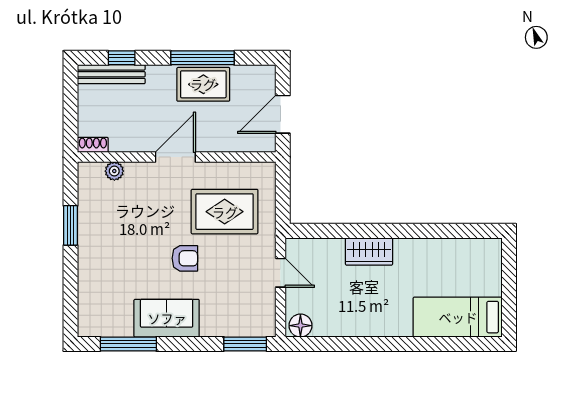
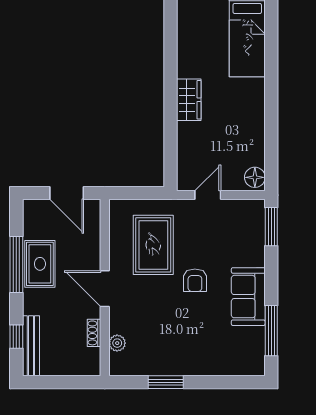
shoe rack: (93, 145) -> (94, 333), moved
wardrobe: (369, 251) -> (189, 100), moved
armchair: (185, 258) -> (195, 280), turned 180

